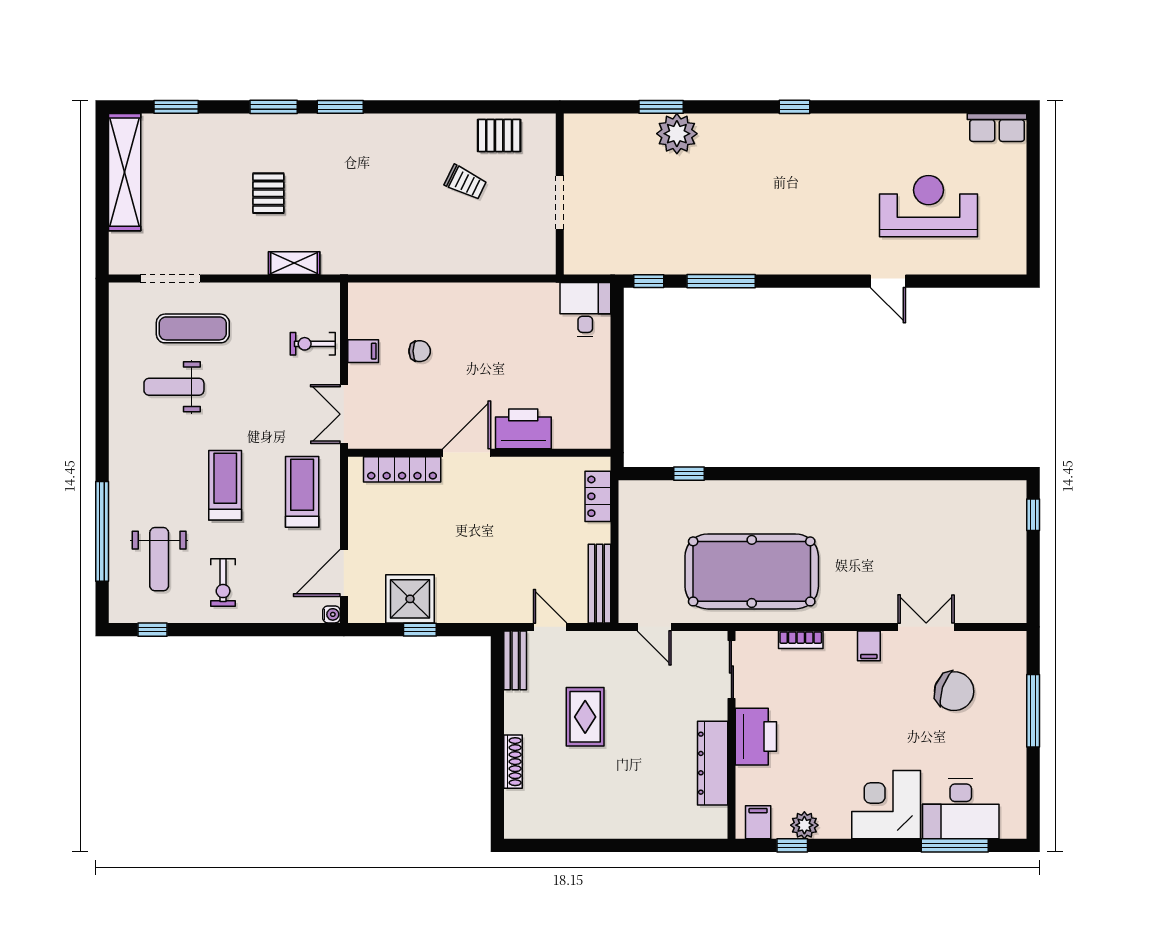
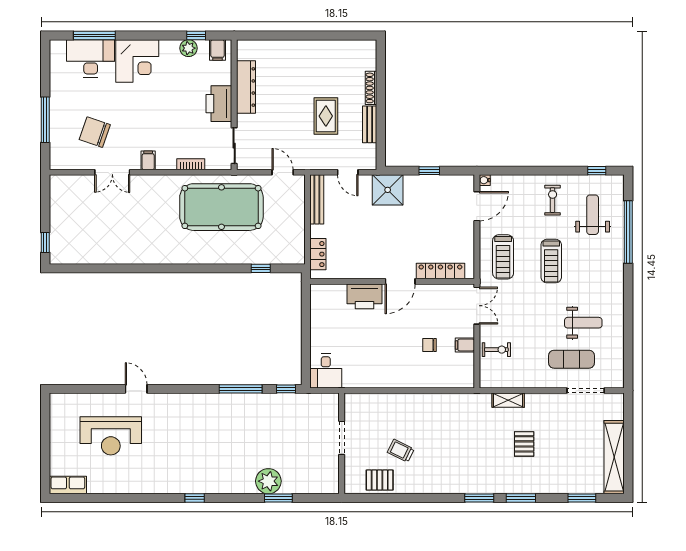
shower: (410, 599) -> (388, 190), moved
bench: (515, 660) -> (370, 124), moved

